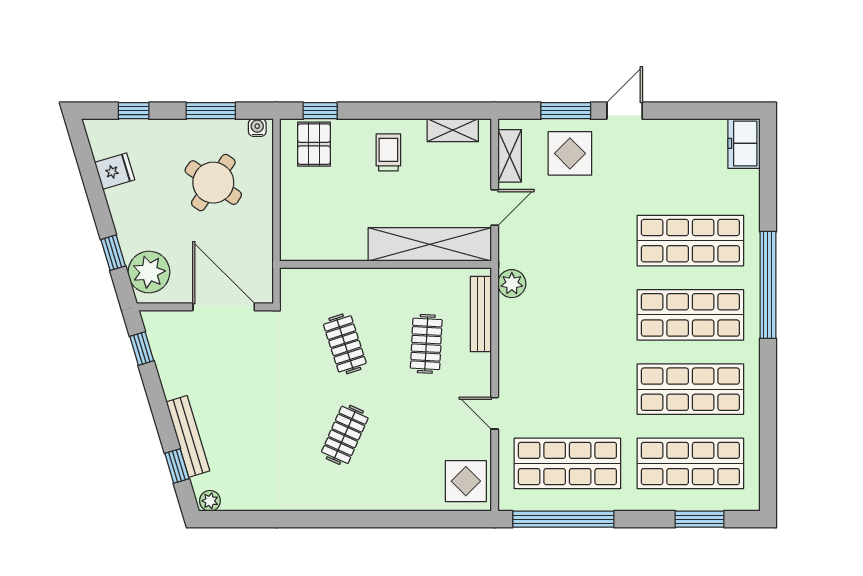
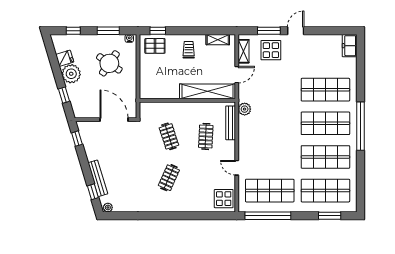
pallet: (314, 144) -> (155, 46), turned 90
plant: (149, 272) -> (71, 74), moved
window: (768, 285) -> (361, 126), moved

